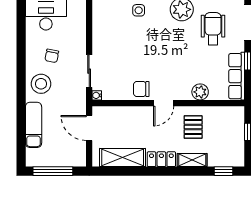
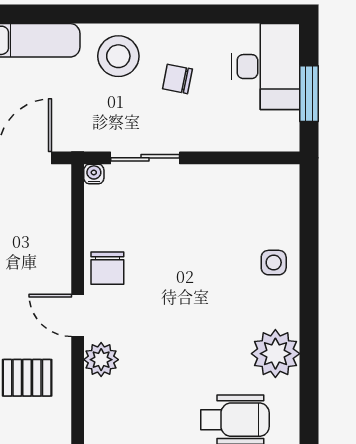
chair: (141, 89) -> (107, 268), turned 180
plant: (200, 92) -> (101, 360), moved

